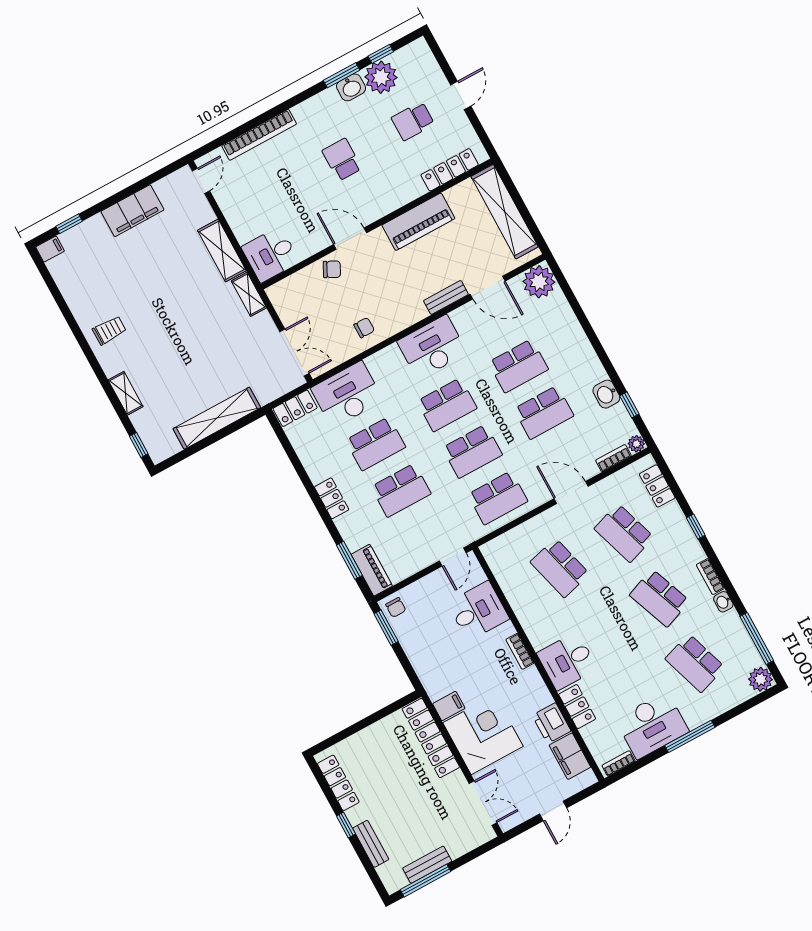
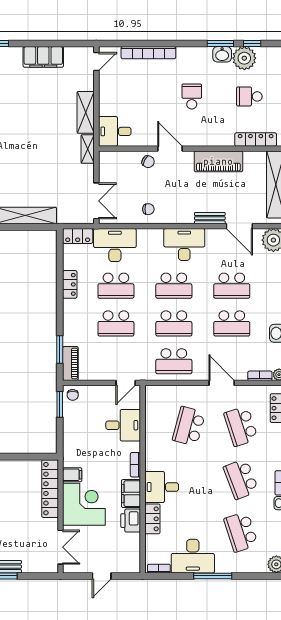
locker: (332, 498) -> (70, 284), moved
school desk: (560, 568) -> (189, 426), turned 30
filing cabinet: (570, 756) -> (131, 494), moved

